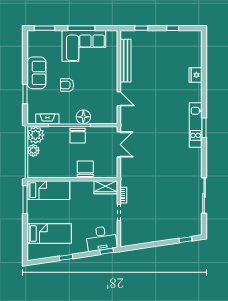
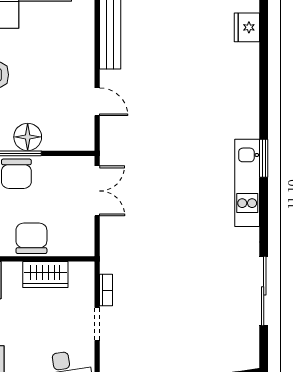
fridge: (195, 75) -> (247, 27), moved
kitchen unit: (196, 125) -> (247, 183), moved
wardrobe: (106, 187) -> (45, 275), moved

